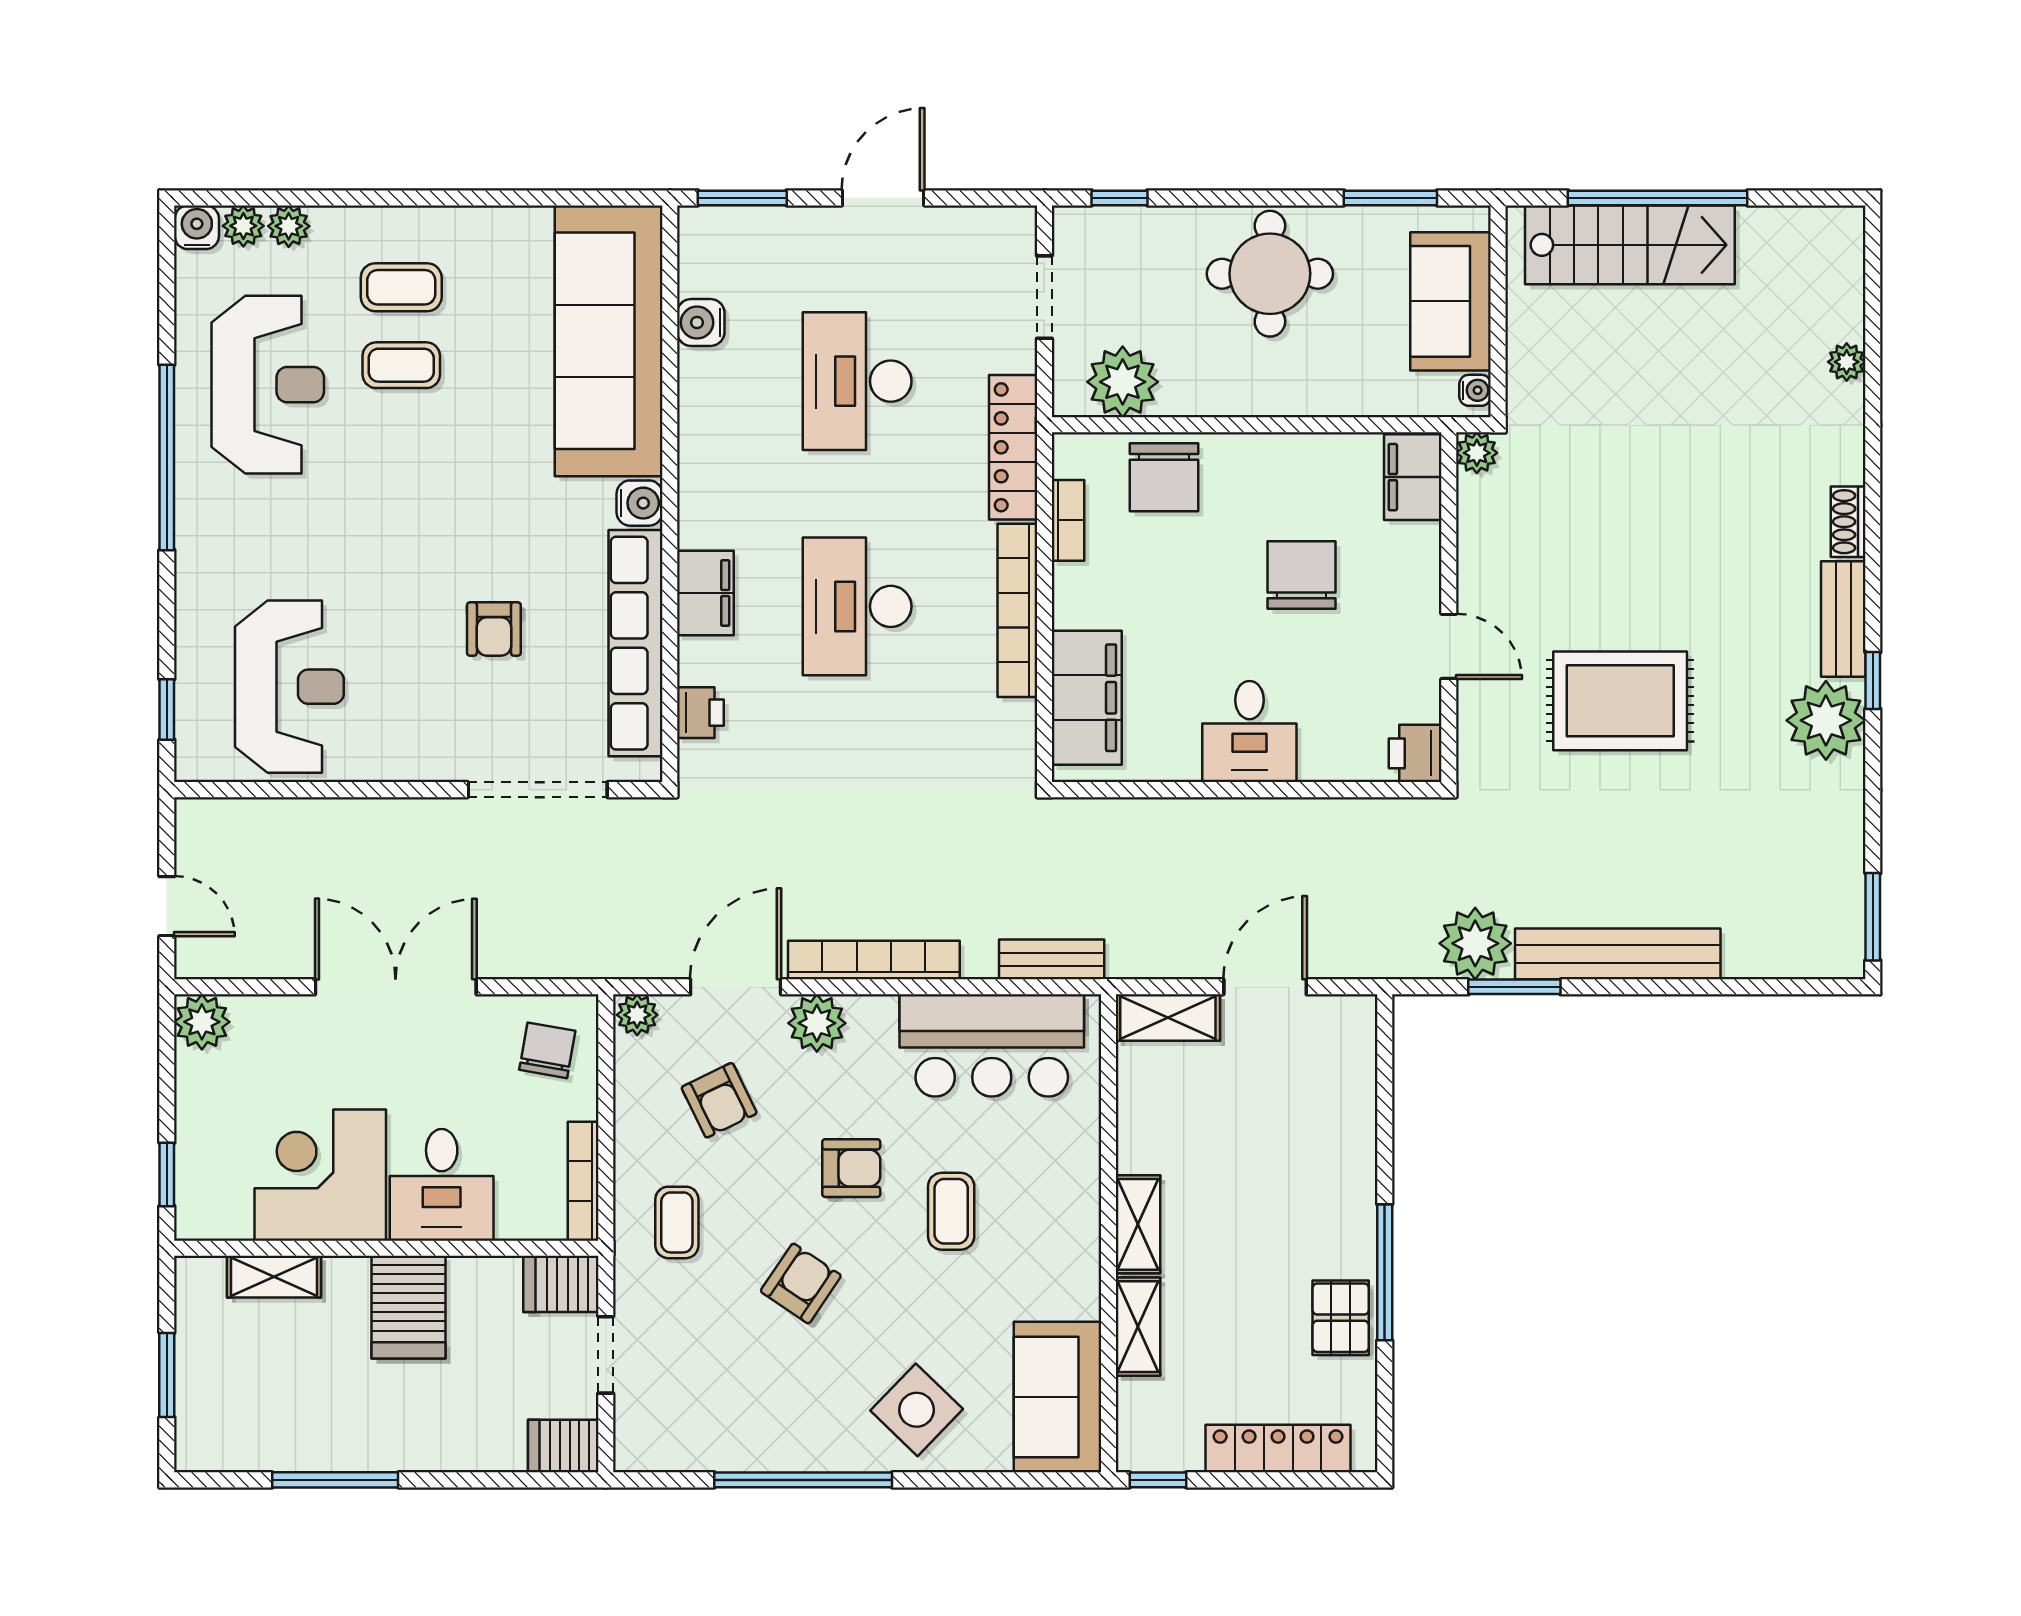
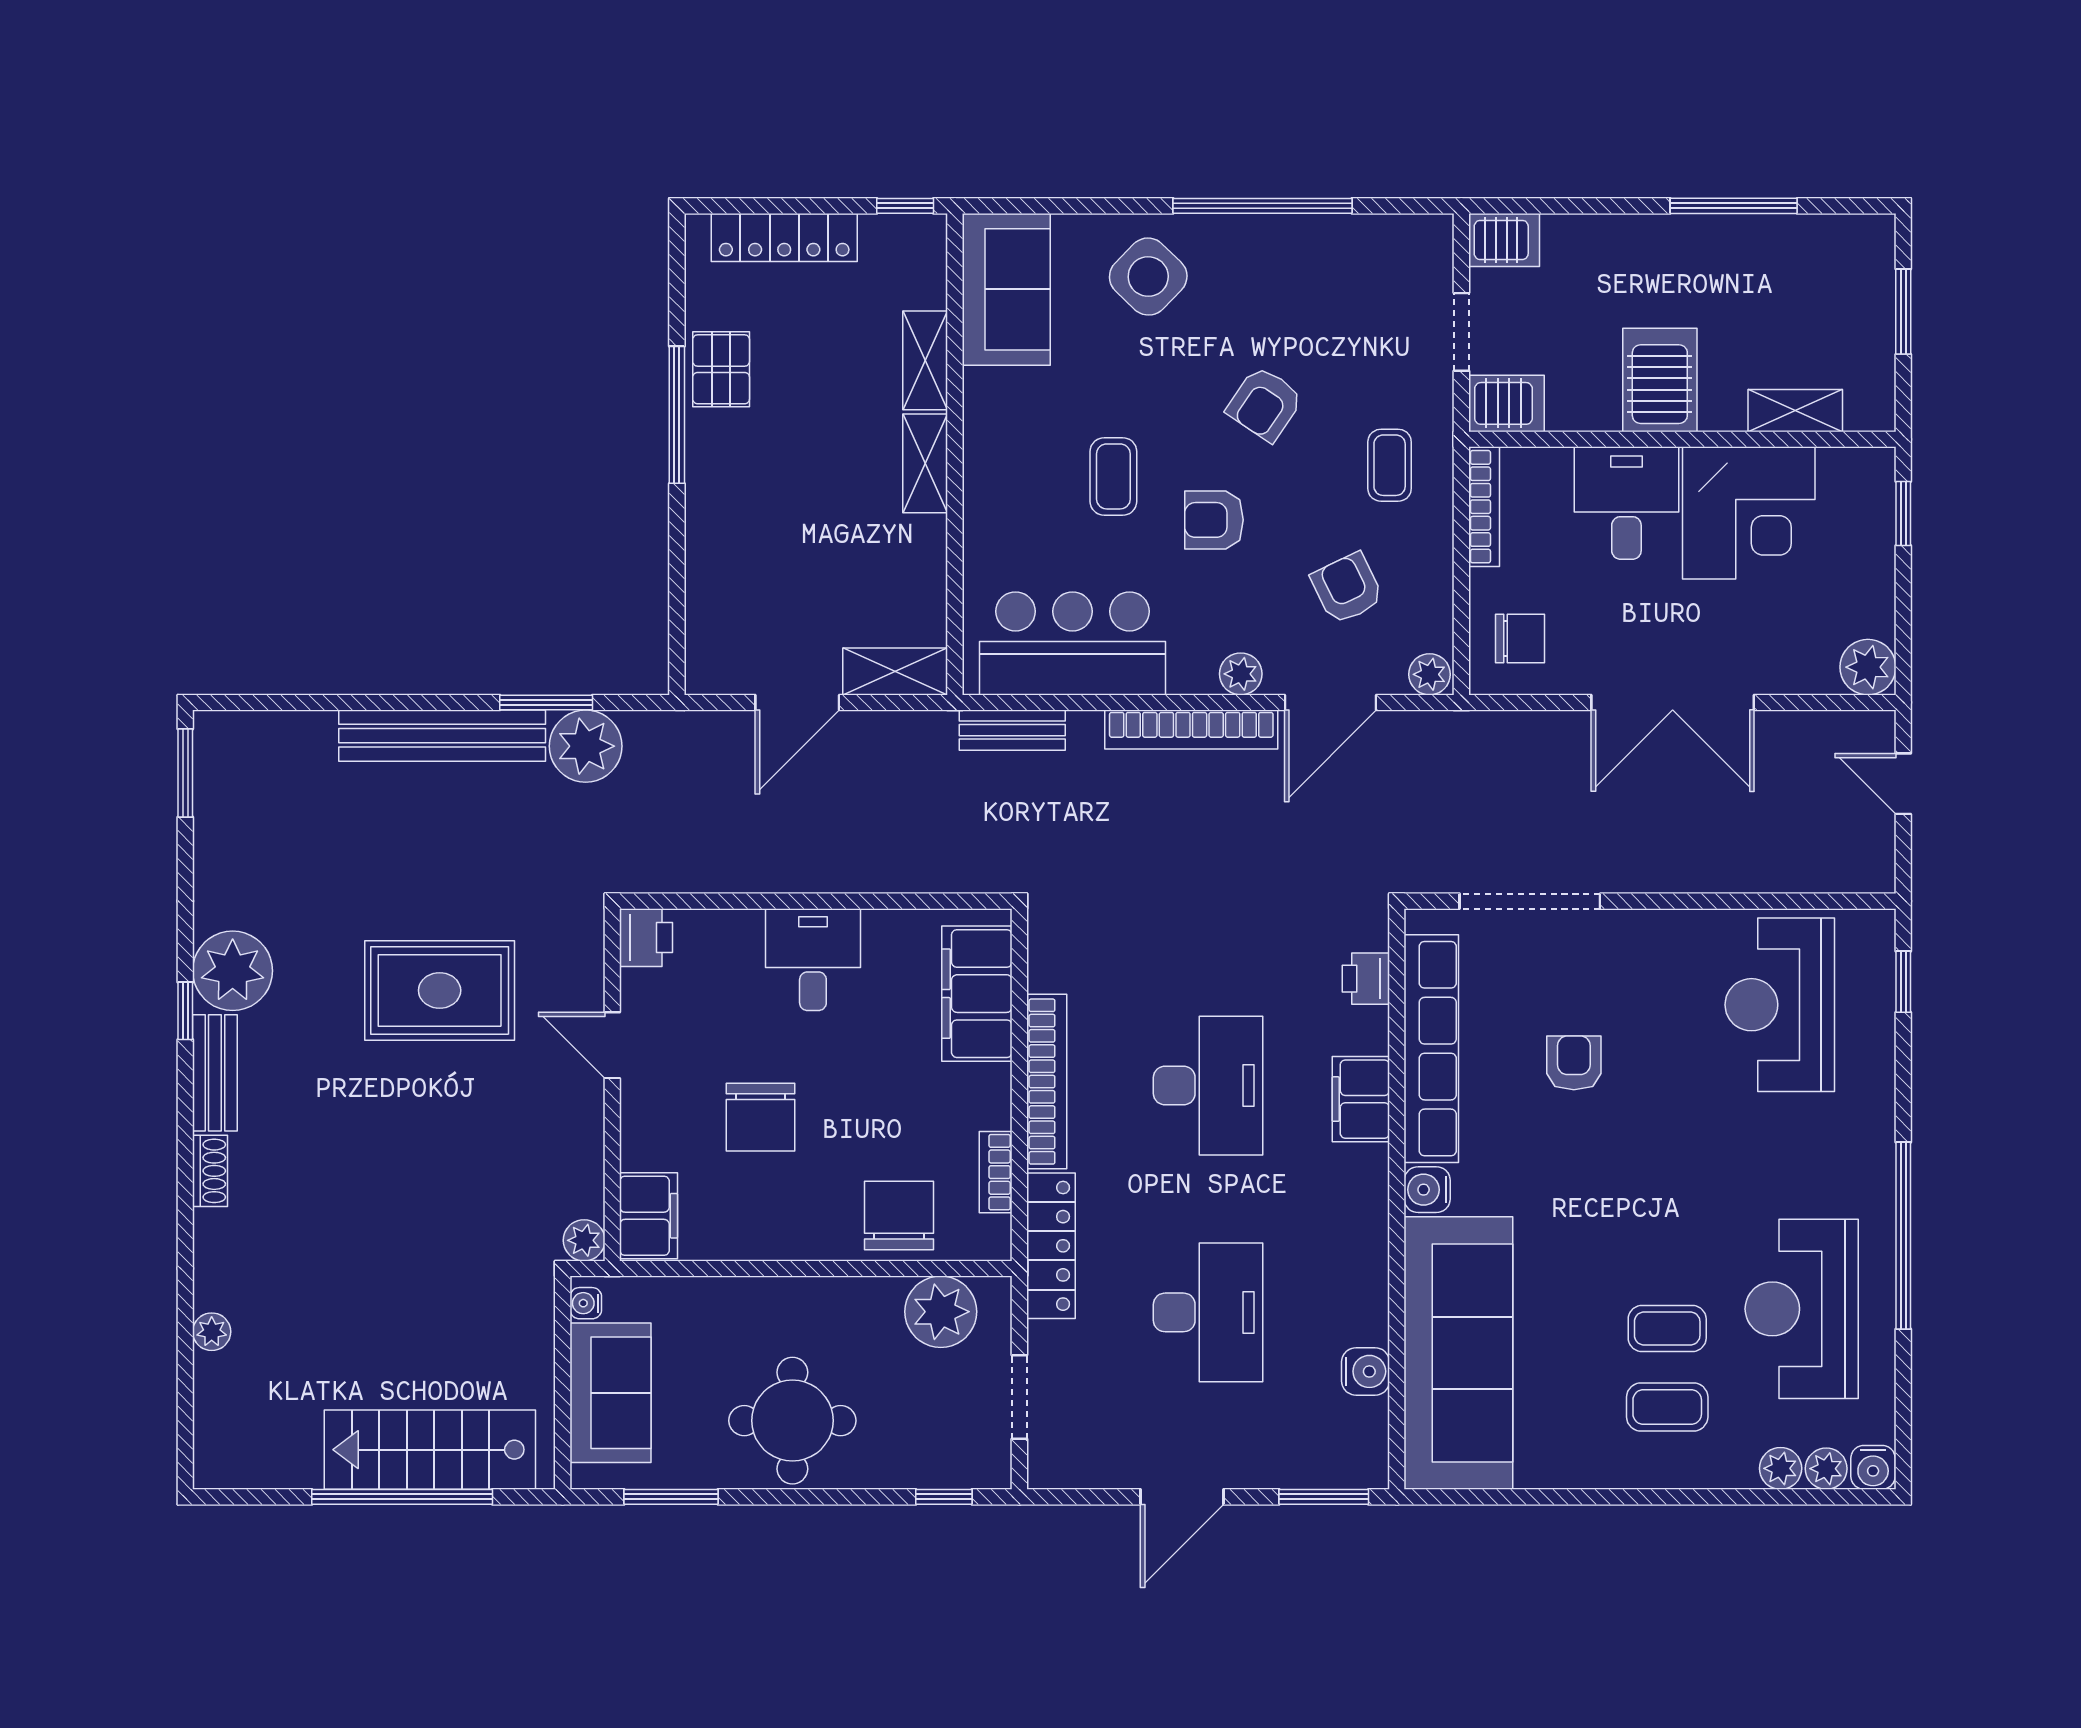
plant: (817, 1023) -> (1241, 674), width x0.73, depth x0.73
chair: (547, 1050) -> (1520, 639), turned -100

